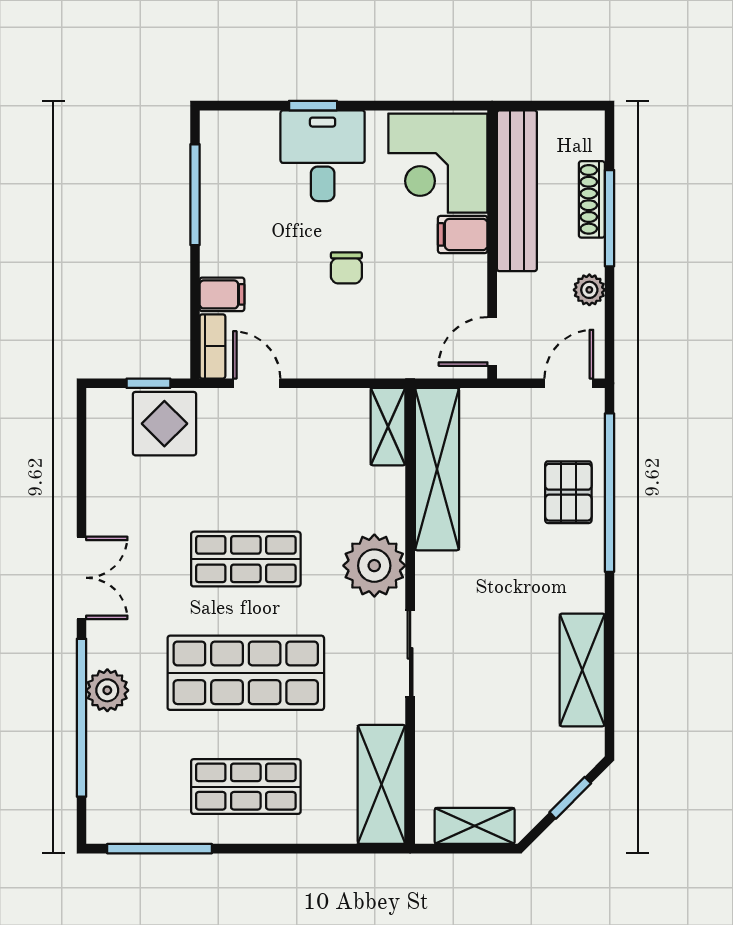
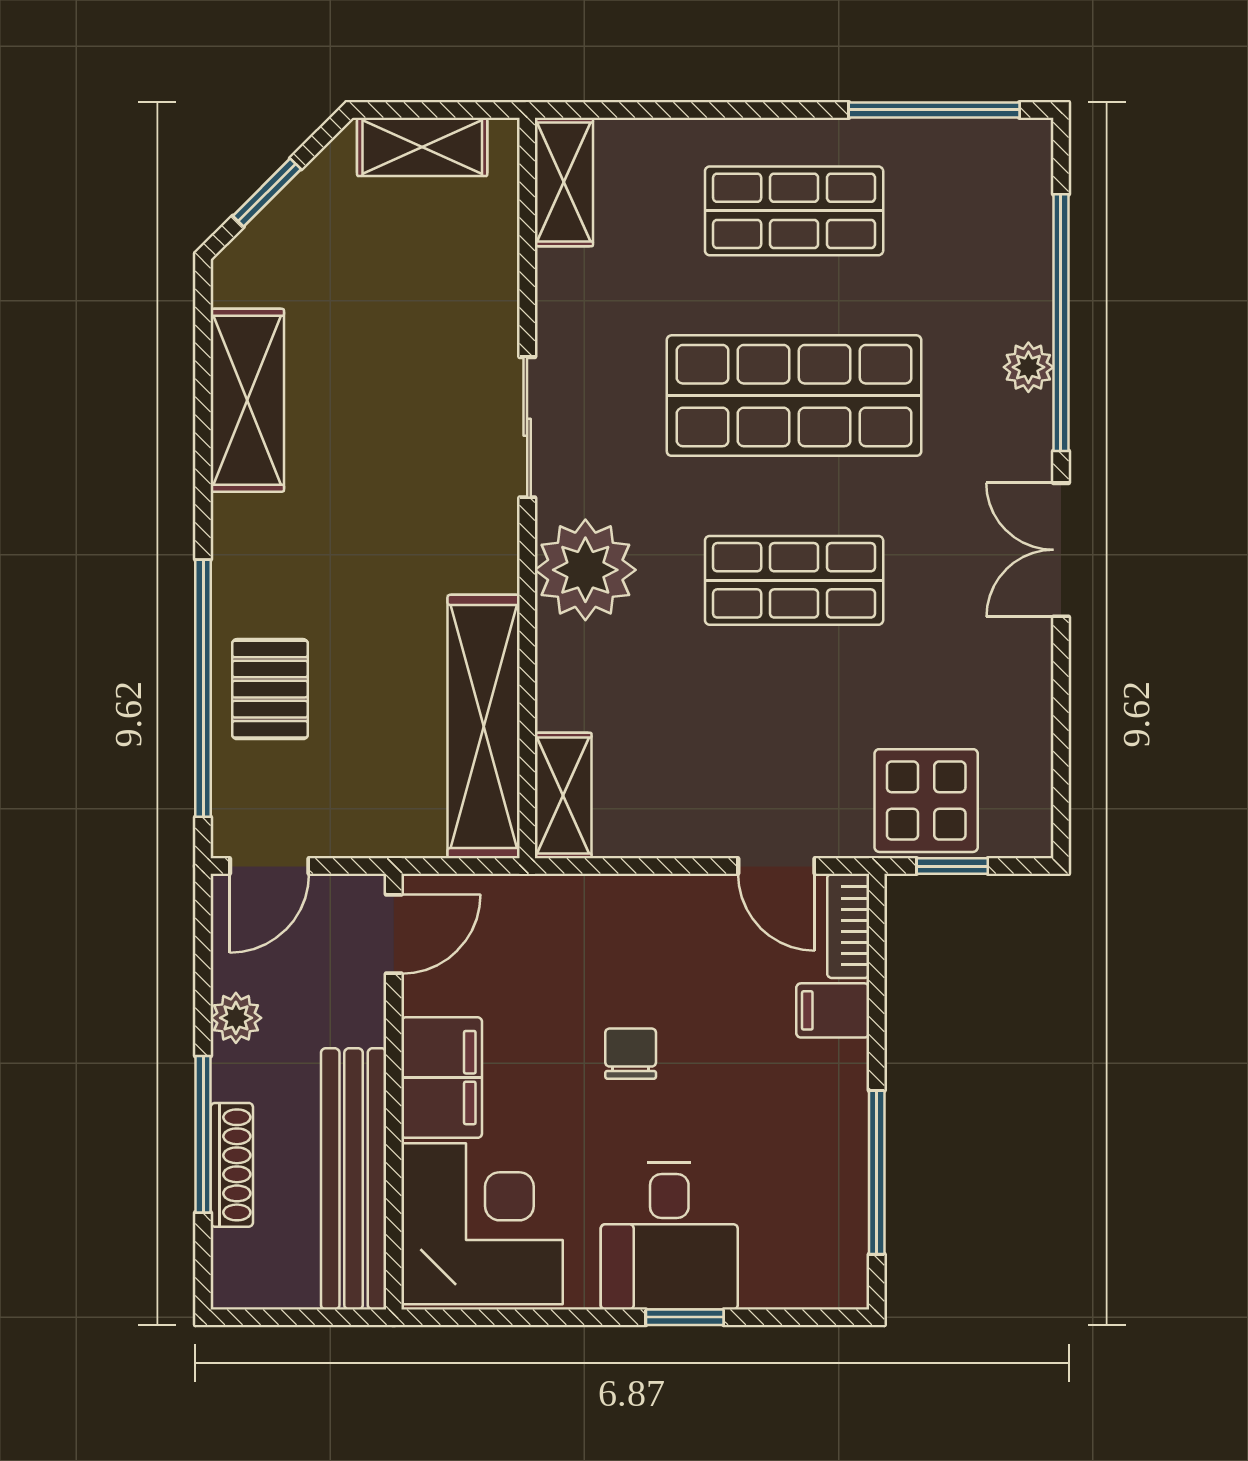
filing cabinet: (463, 234) -> (442, 1078), width x2.00
plant: (107, 690) -> (1028, 367), width x0.73, depth x0.73
shelving: (382, 784) -> (564, 182), width x0.67, depth x0.75

